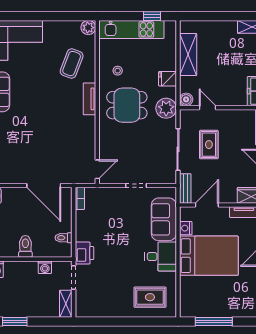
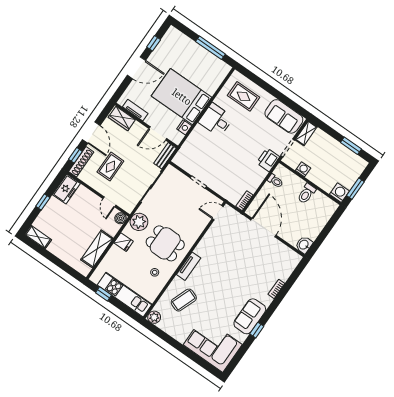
rug: (209, 145) -> (110, 167), moved
sofa: (164, 219) -> (284, 116), moved, turned 90

